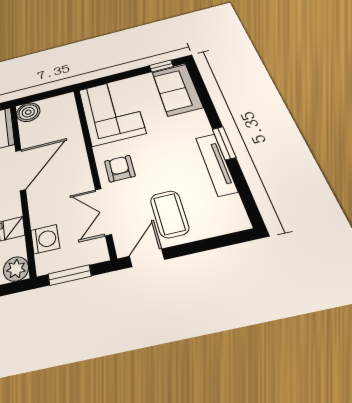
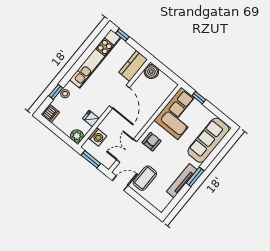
window: (161, 66) -> (199, 98), moved
sofa: (177, 90) -> (208, 140), width x1.36
door: (20, 170) -> (119, 97), hinge flipped

